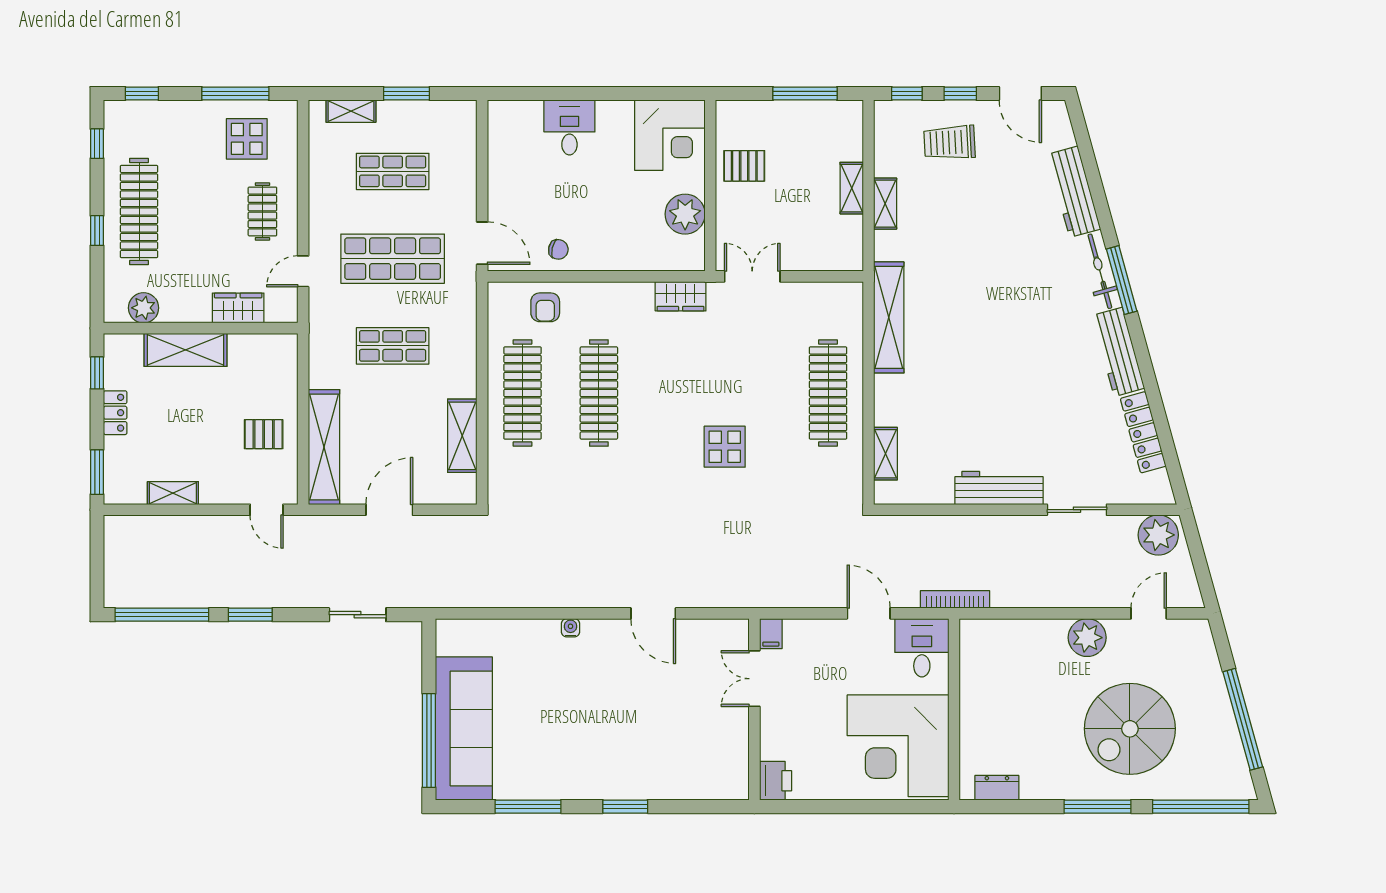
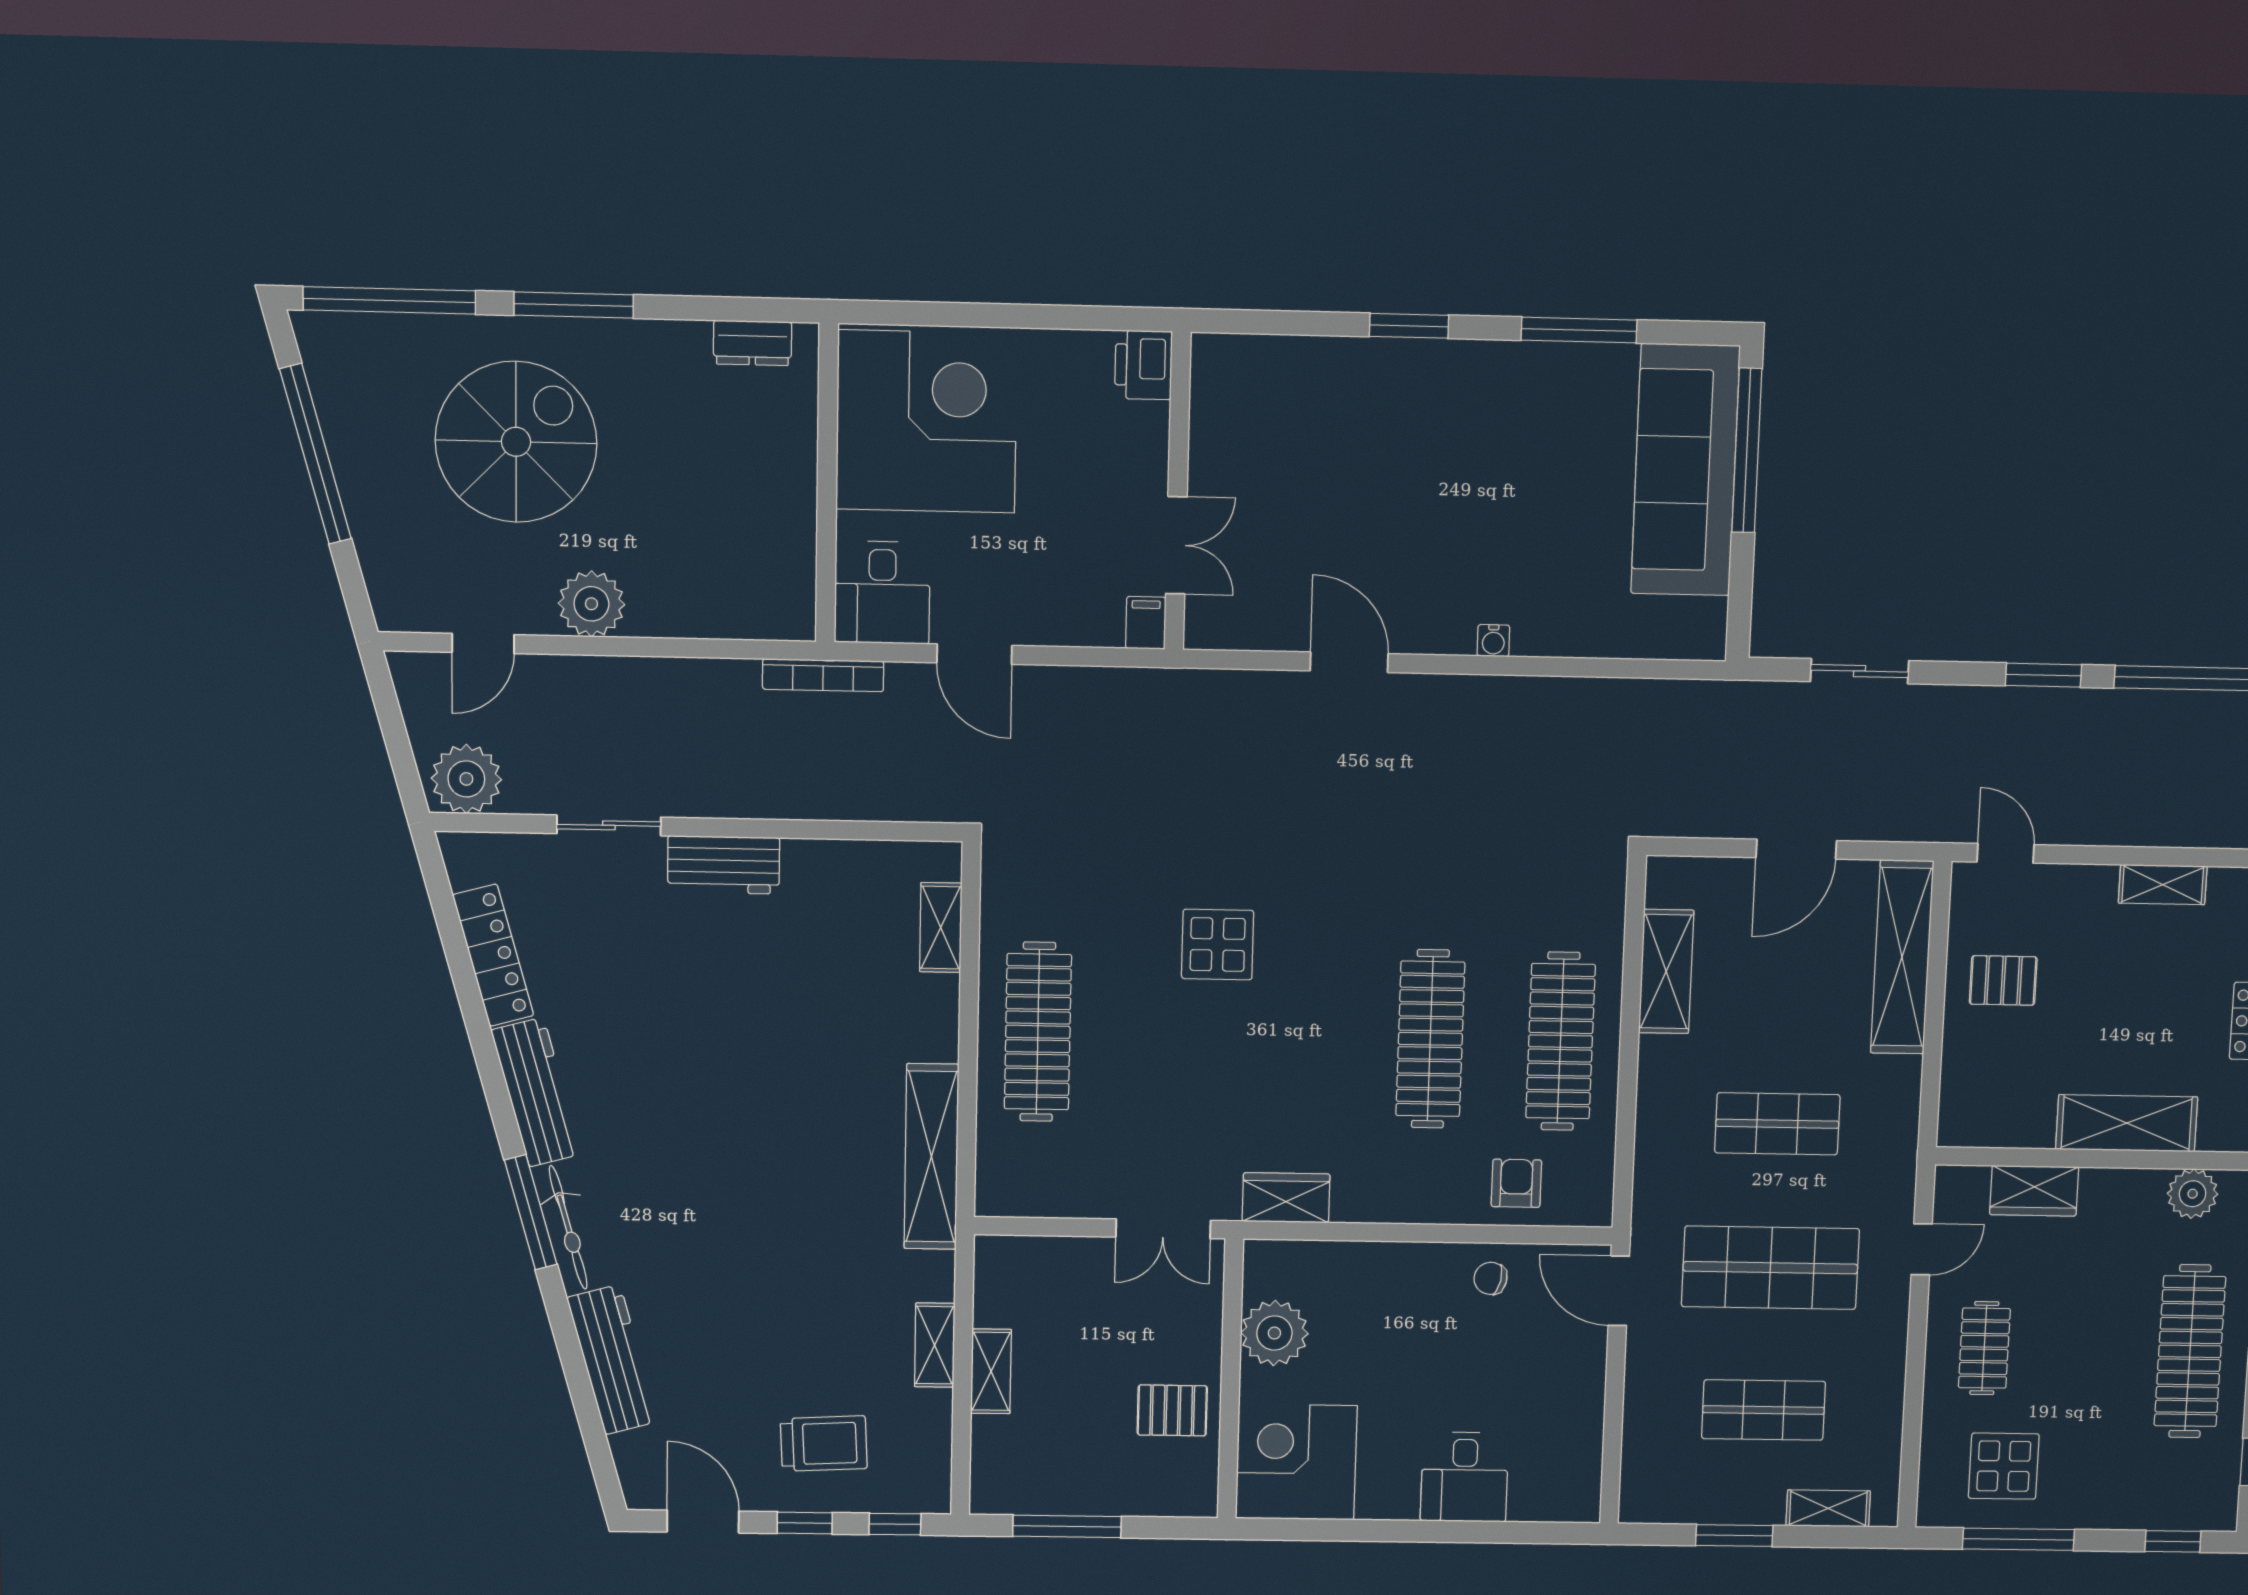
workbench: (999, 488) -> (724, 865), width x0.73

